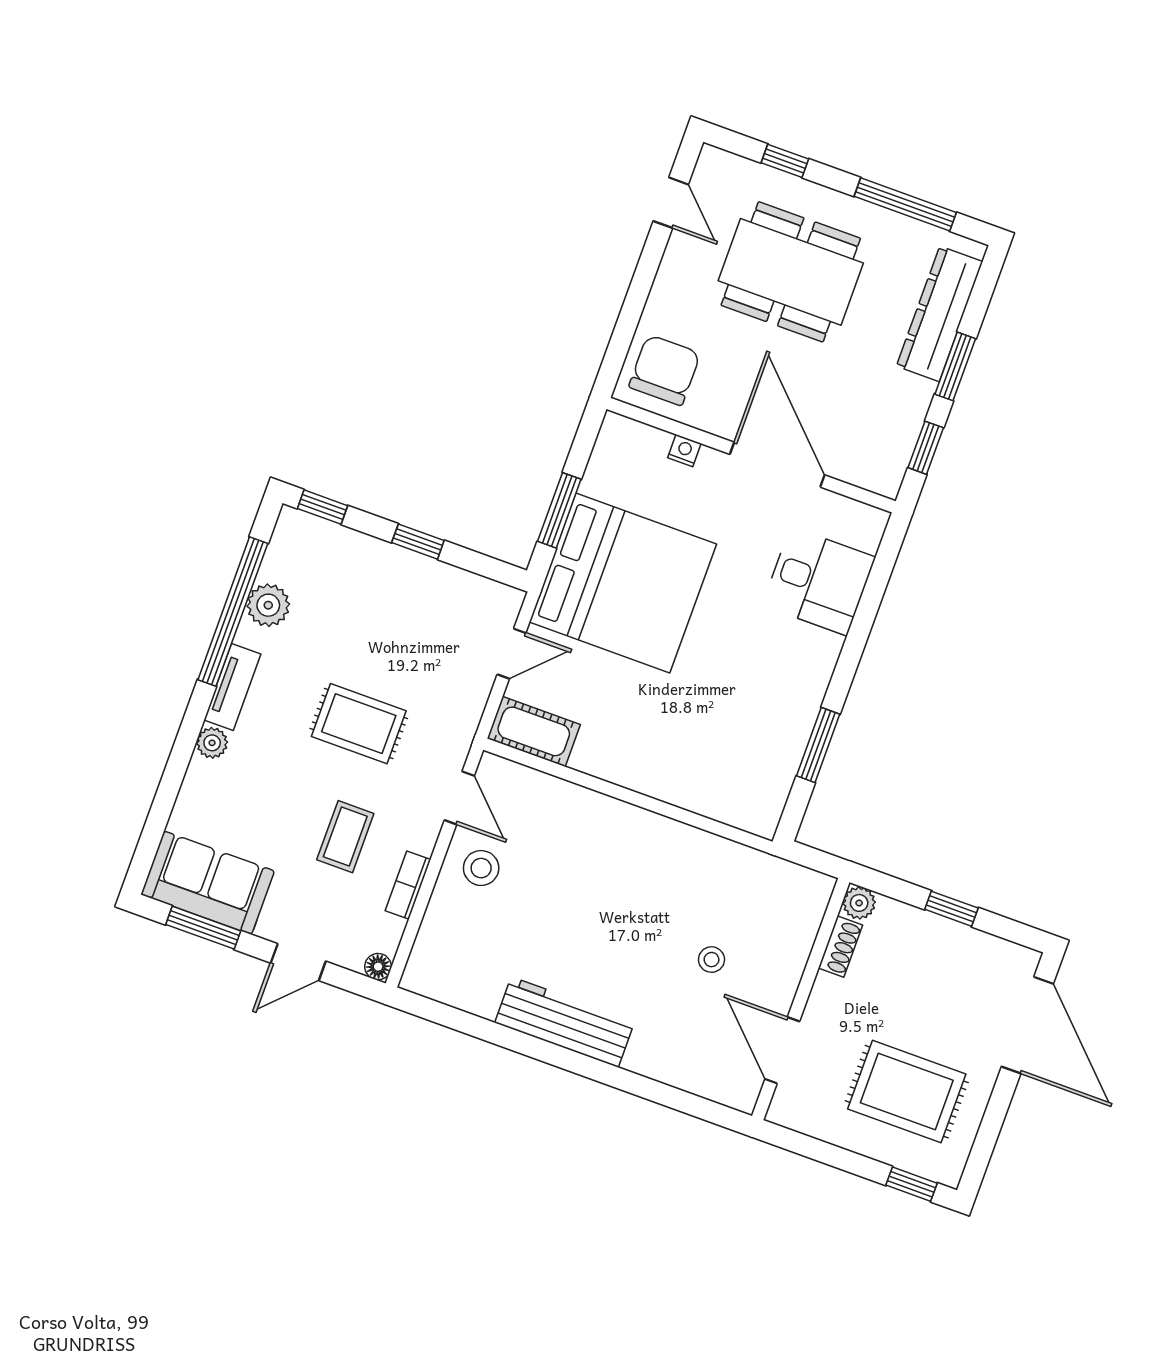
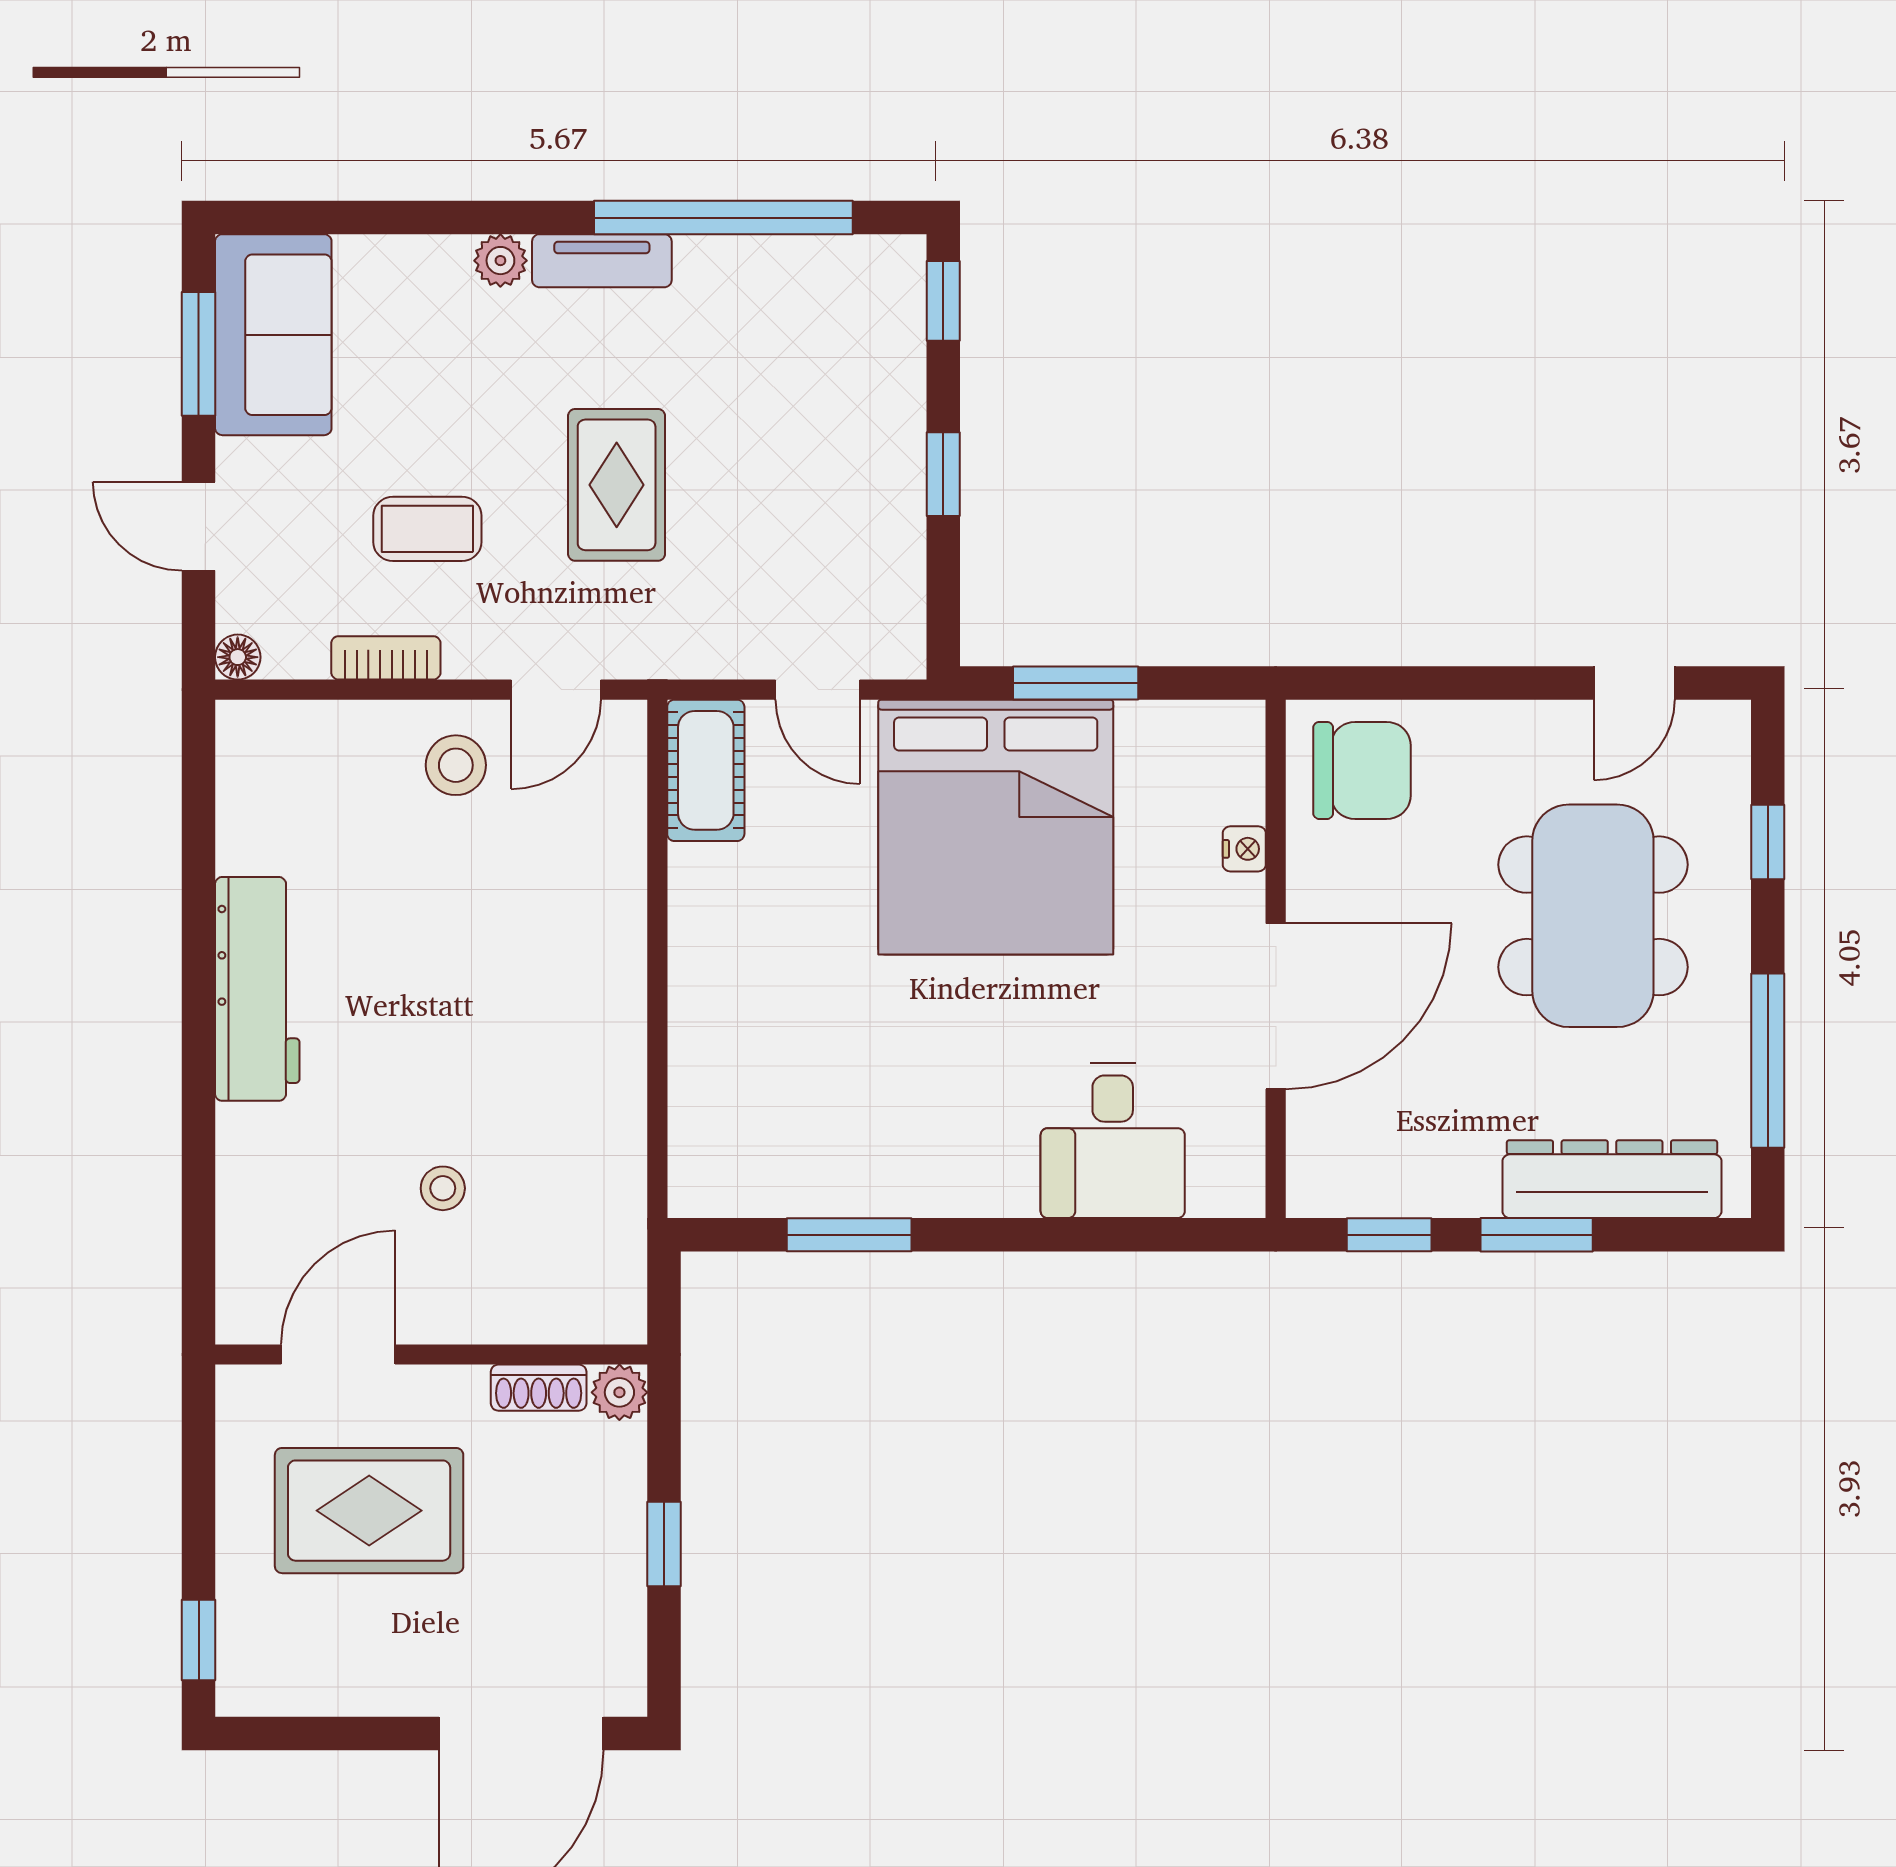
plant: (268, 605) -> (754, 271), removed
rug: (907, 1092) -> (369, 1511), moved, turned 90

